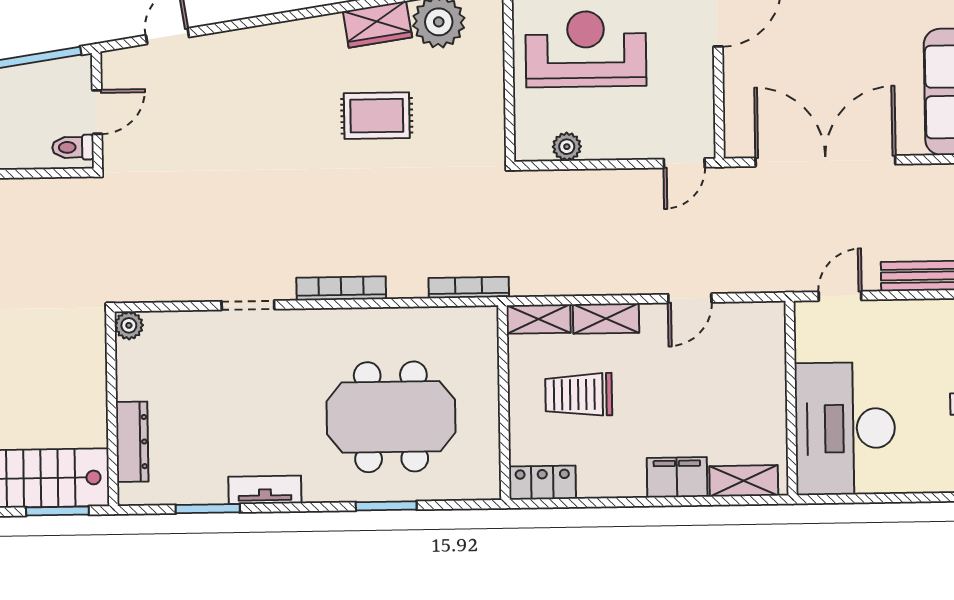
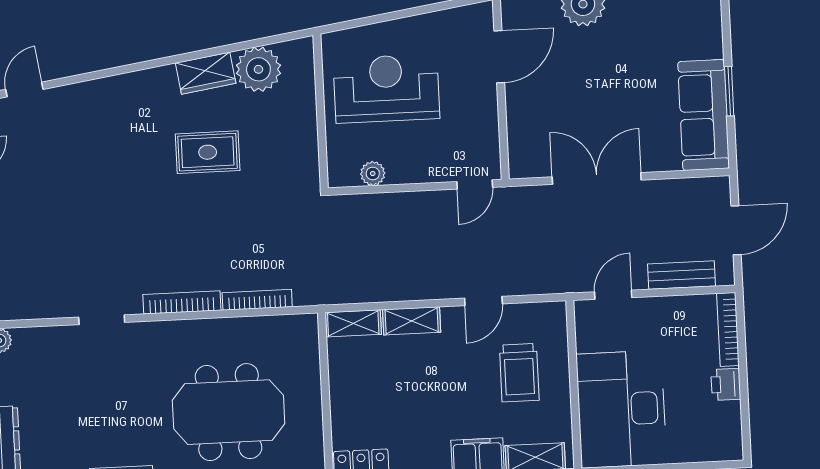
double door: (825, 161) -> (597, 178), width x0.73
bookcase: (469, 287) -> (257, 300), moved
trolley: (579, 395) -> (519, 373), moved, turned -90

